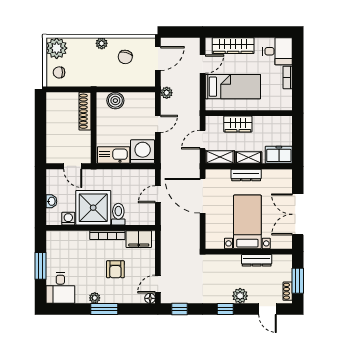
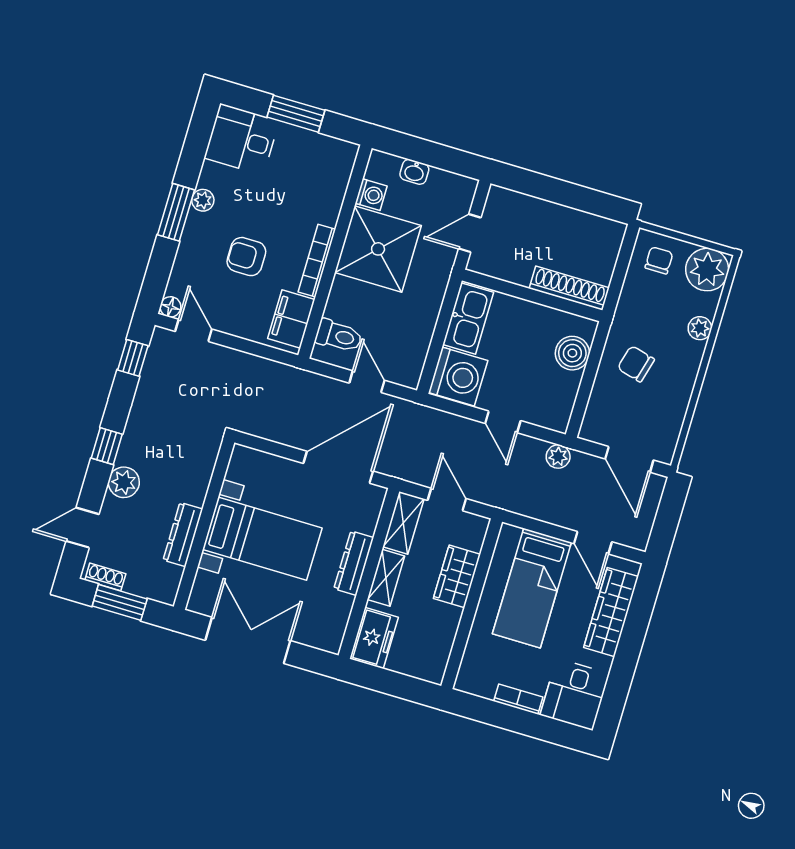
plant: (102, 43) -> (700, 328), moved
chair: (125, 57) -> (636, 364), moved
toilet: (118, 214) -> (339, 336), moved

